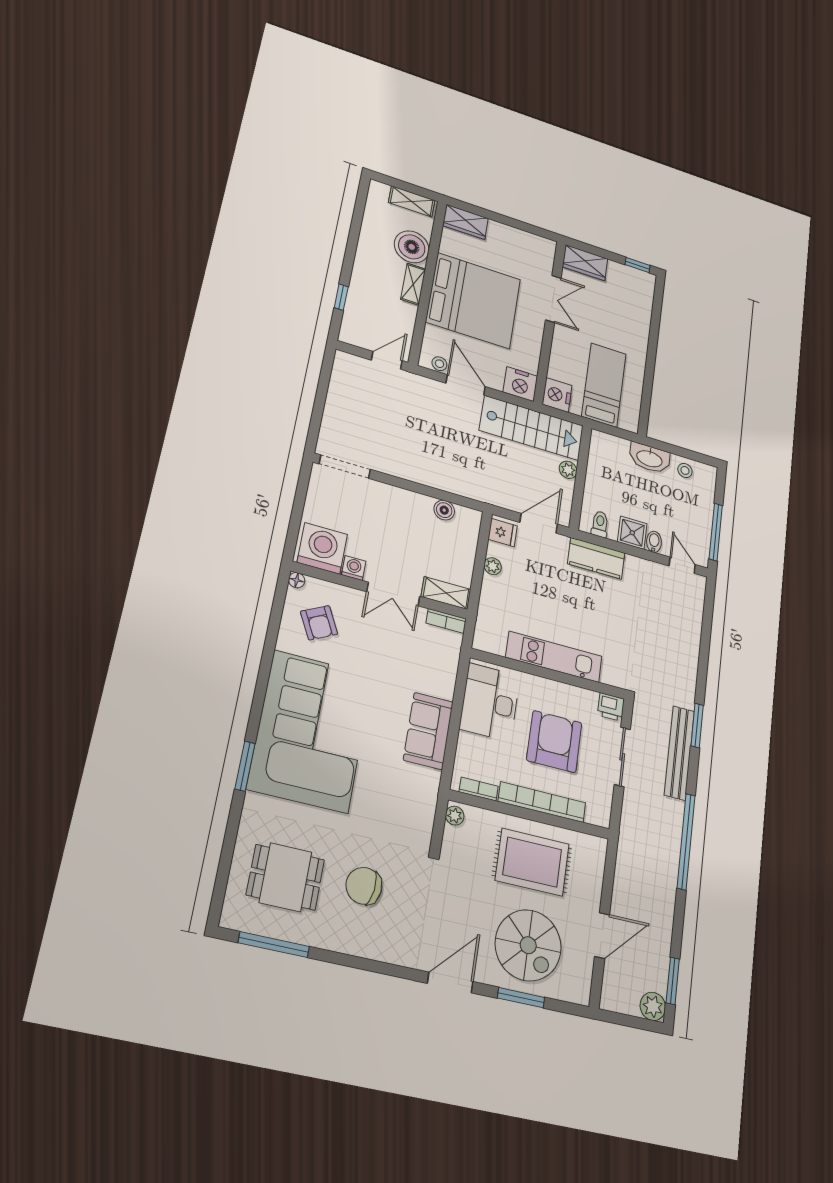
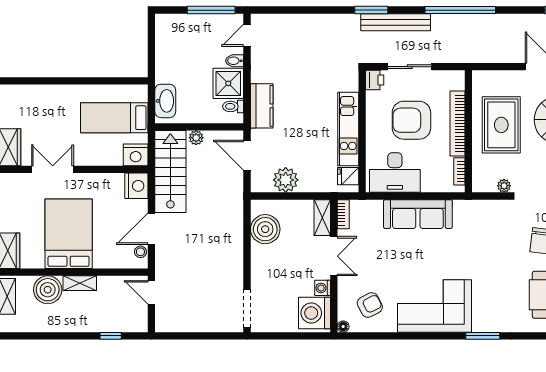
bed: (473, 301) -> (69, 234), width x0.73
washbasin: (650, 458) -> (165, 101), moved
stool: (685, 470) -> (166, 41), removed
boiler: (444, 510) -> (265, 229), width x1.86, depth x1.86
fridge: (503, 533) -> (348, 176), moved, turned -90
shower: (632, 533) -> (228, 83), width x1.36, depth x1.36
plant: (493, 566) -> (286, 180), width x1.87, depth x1.87
corner sofa: (311, 731) -> (435, 306), width x0.73, depth x0.74
sofa: (428, 731) -> (418, 214), width x1.36
plant: (455, 816) -> (504, 186), moved

